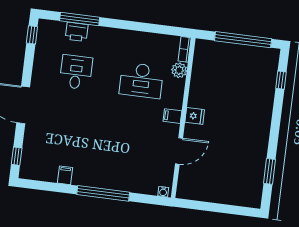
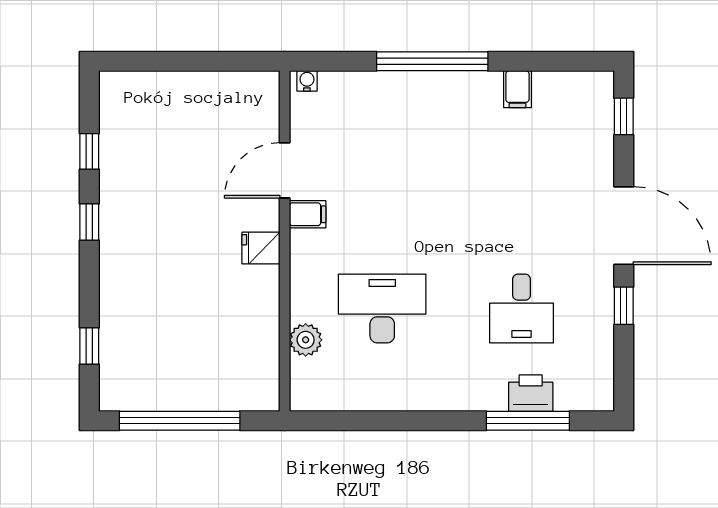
window: (32, 35) -> (624, 306), moved
bookcase: (185, 49) -> (300, 385), removed
filing cabinet: (172, 116) -> (308, 214), moved
window: (274, 138) -> (89, 222), added
window: (269, 171) -> (89, 151), width x0.67

